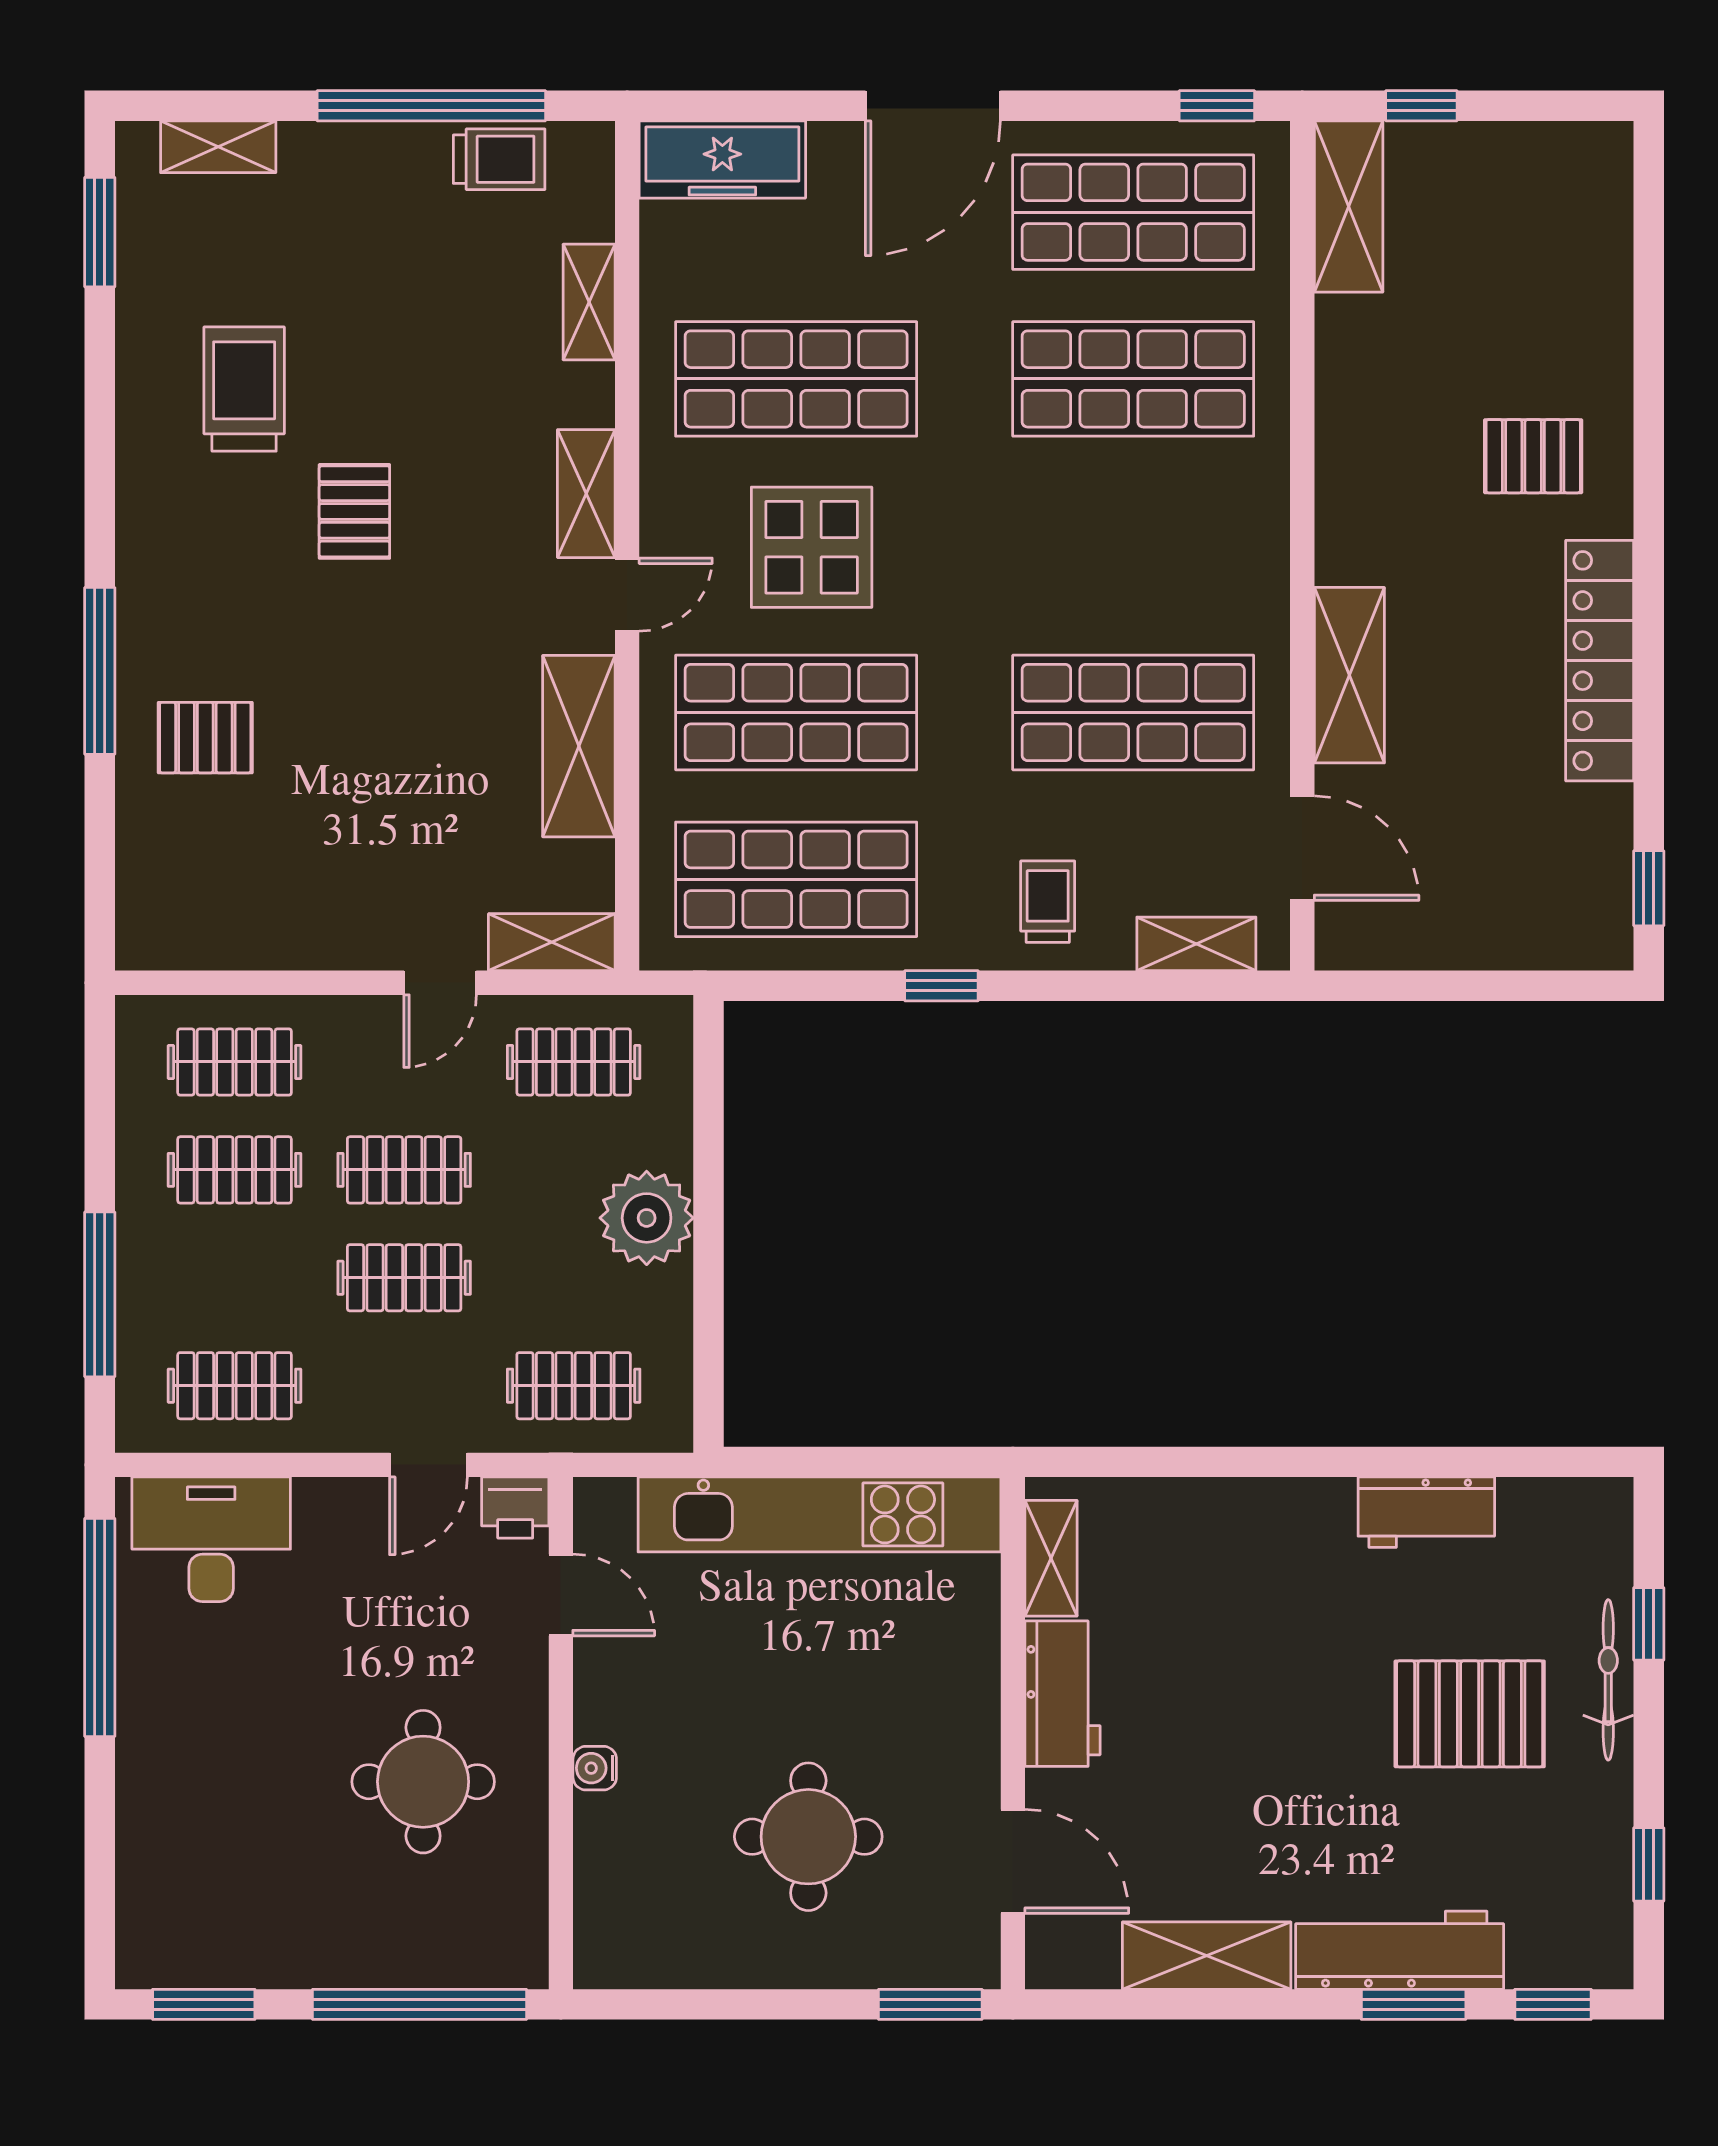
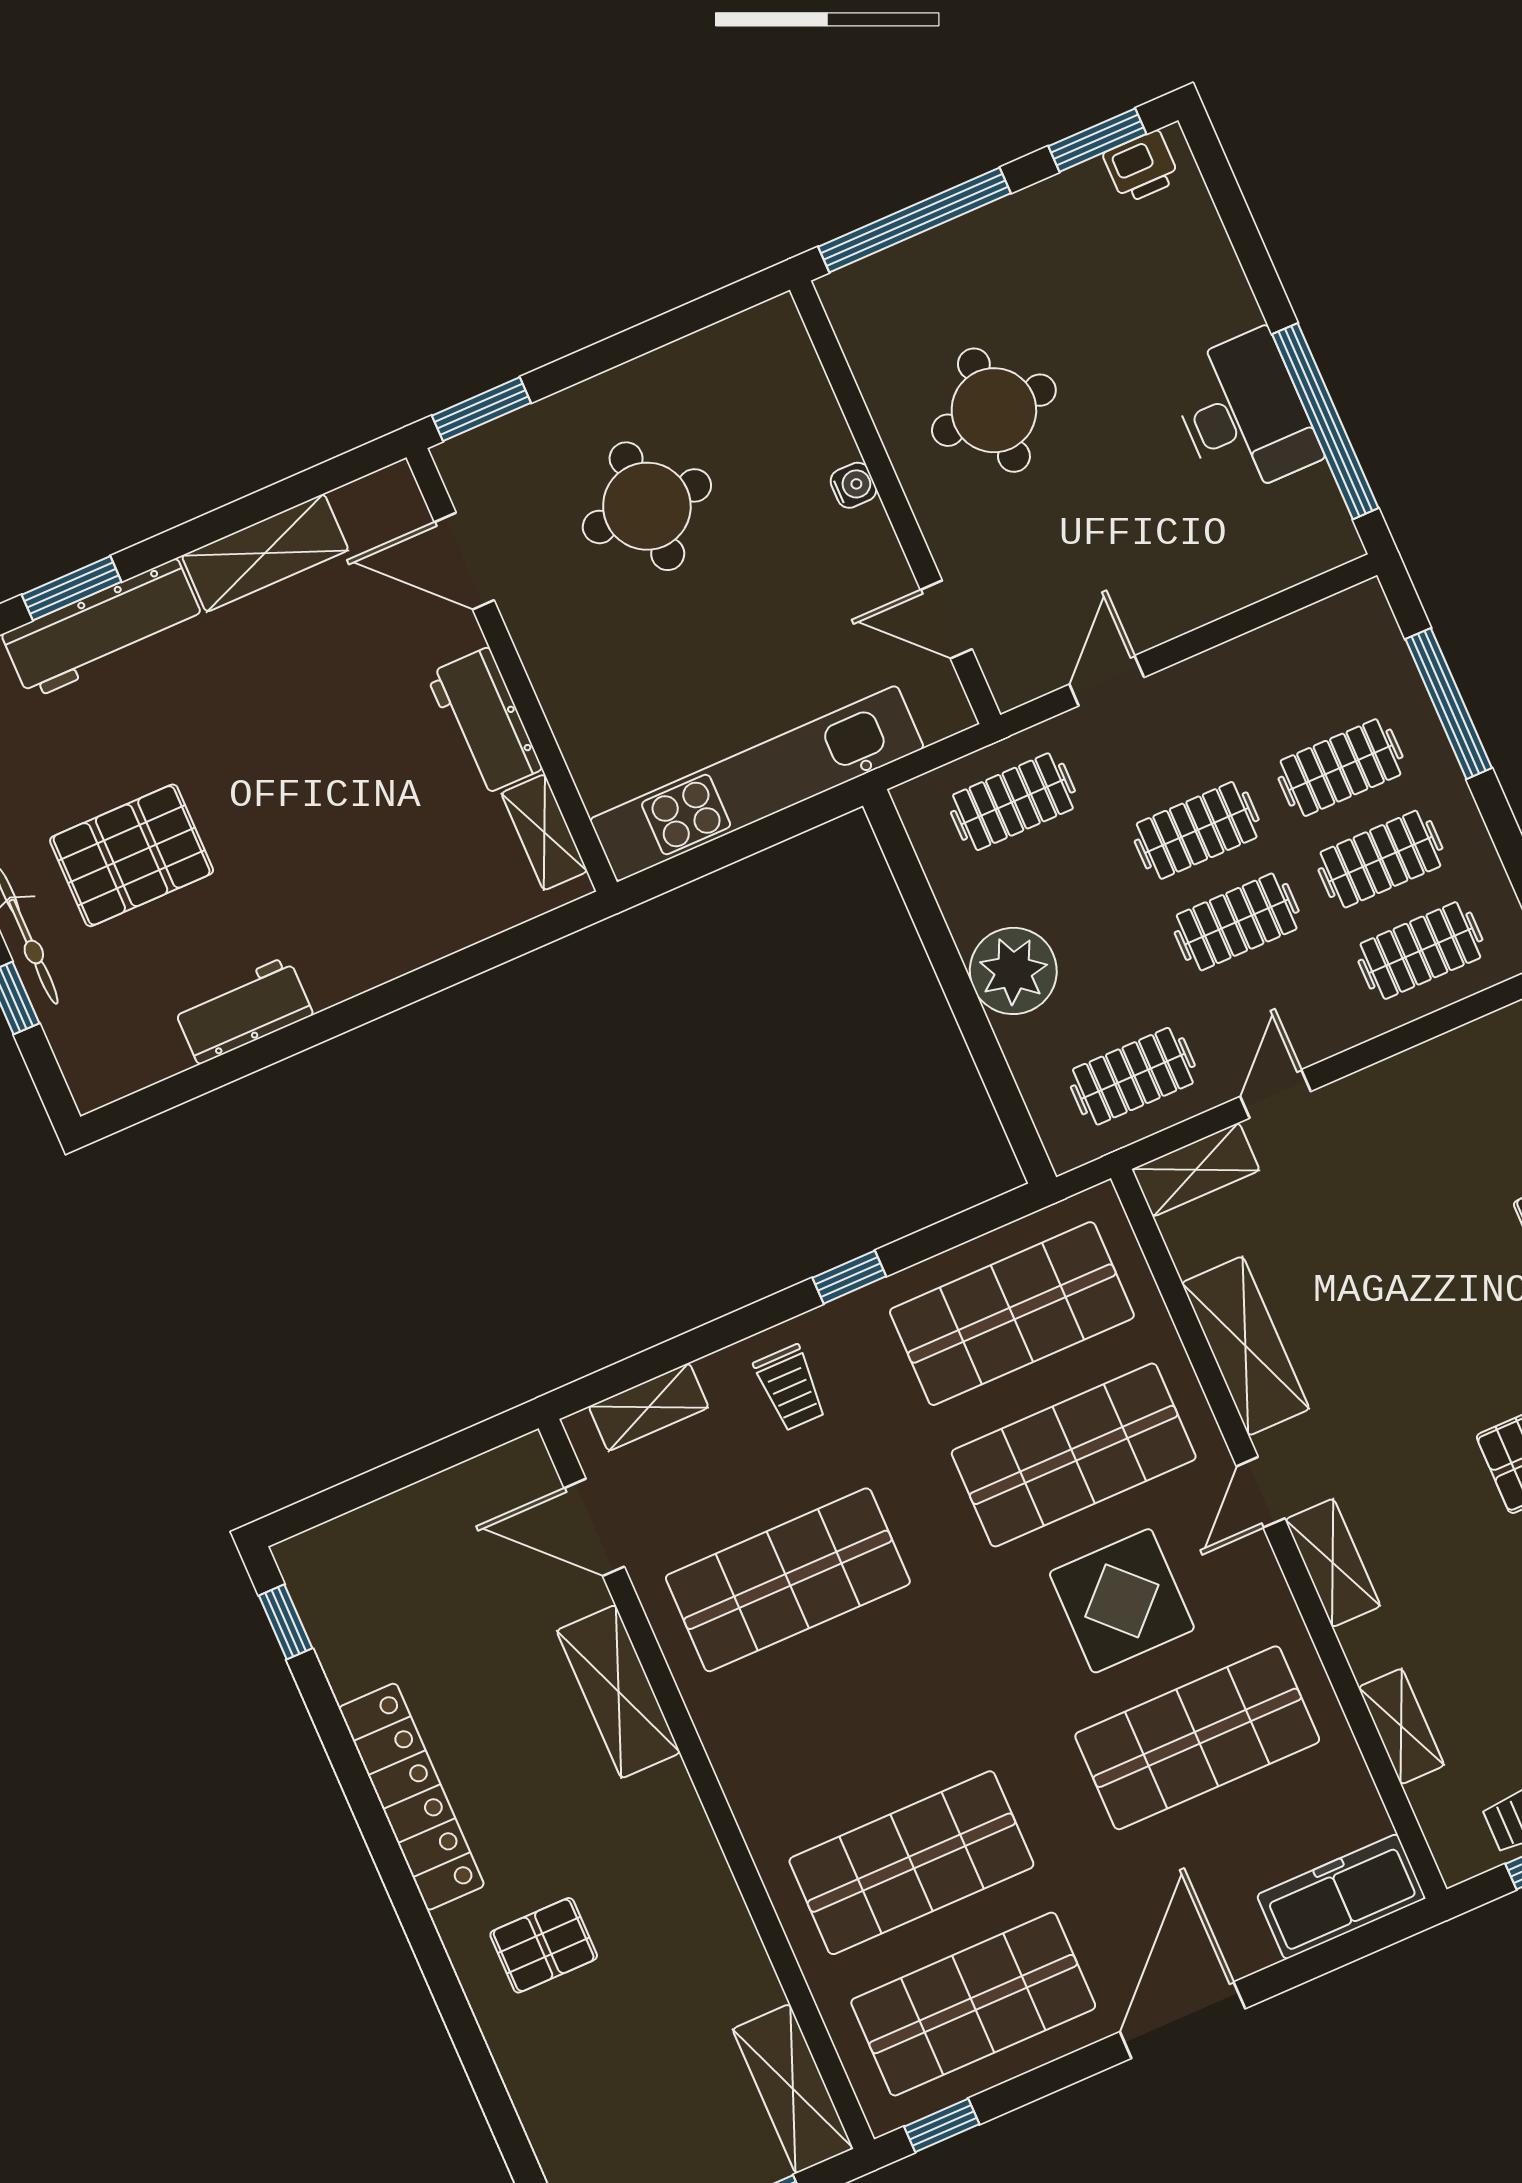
clothes rail: (235, 1386) -> (1340, 768), moved
printer: (515, 1508) -> (1141, 167), moved, turned 180
desk: (211, 1539) -> (1244, 414), moved, turned -90

